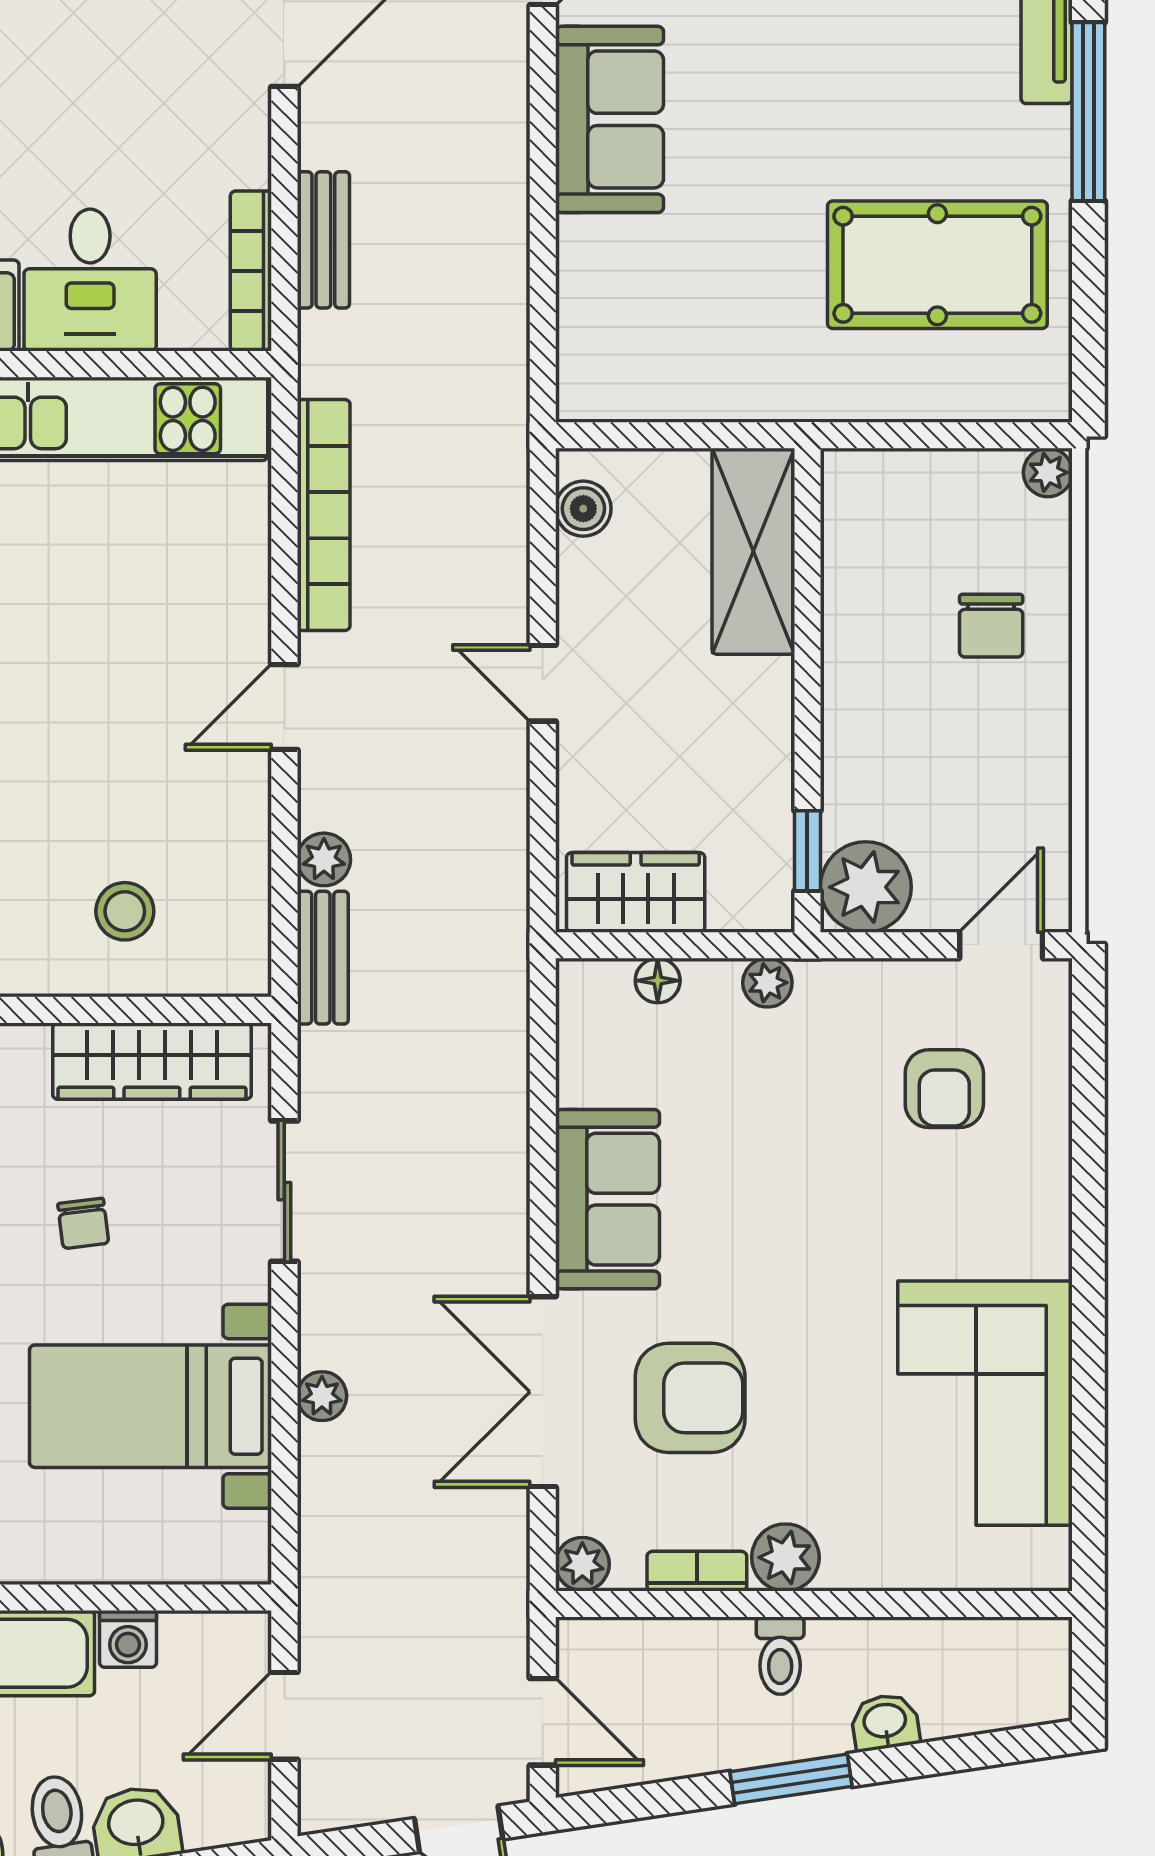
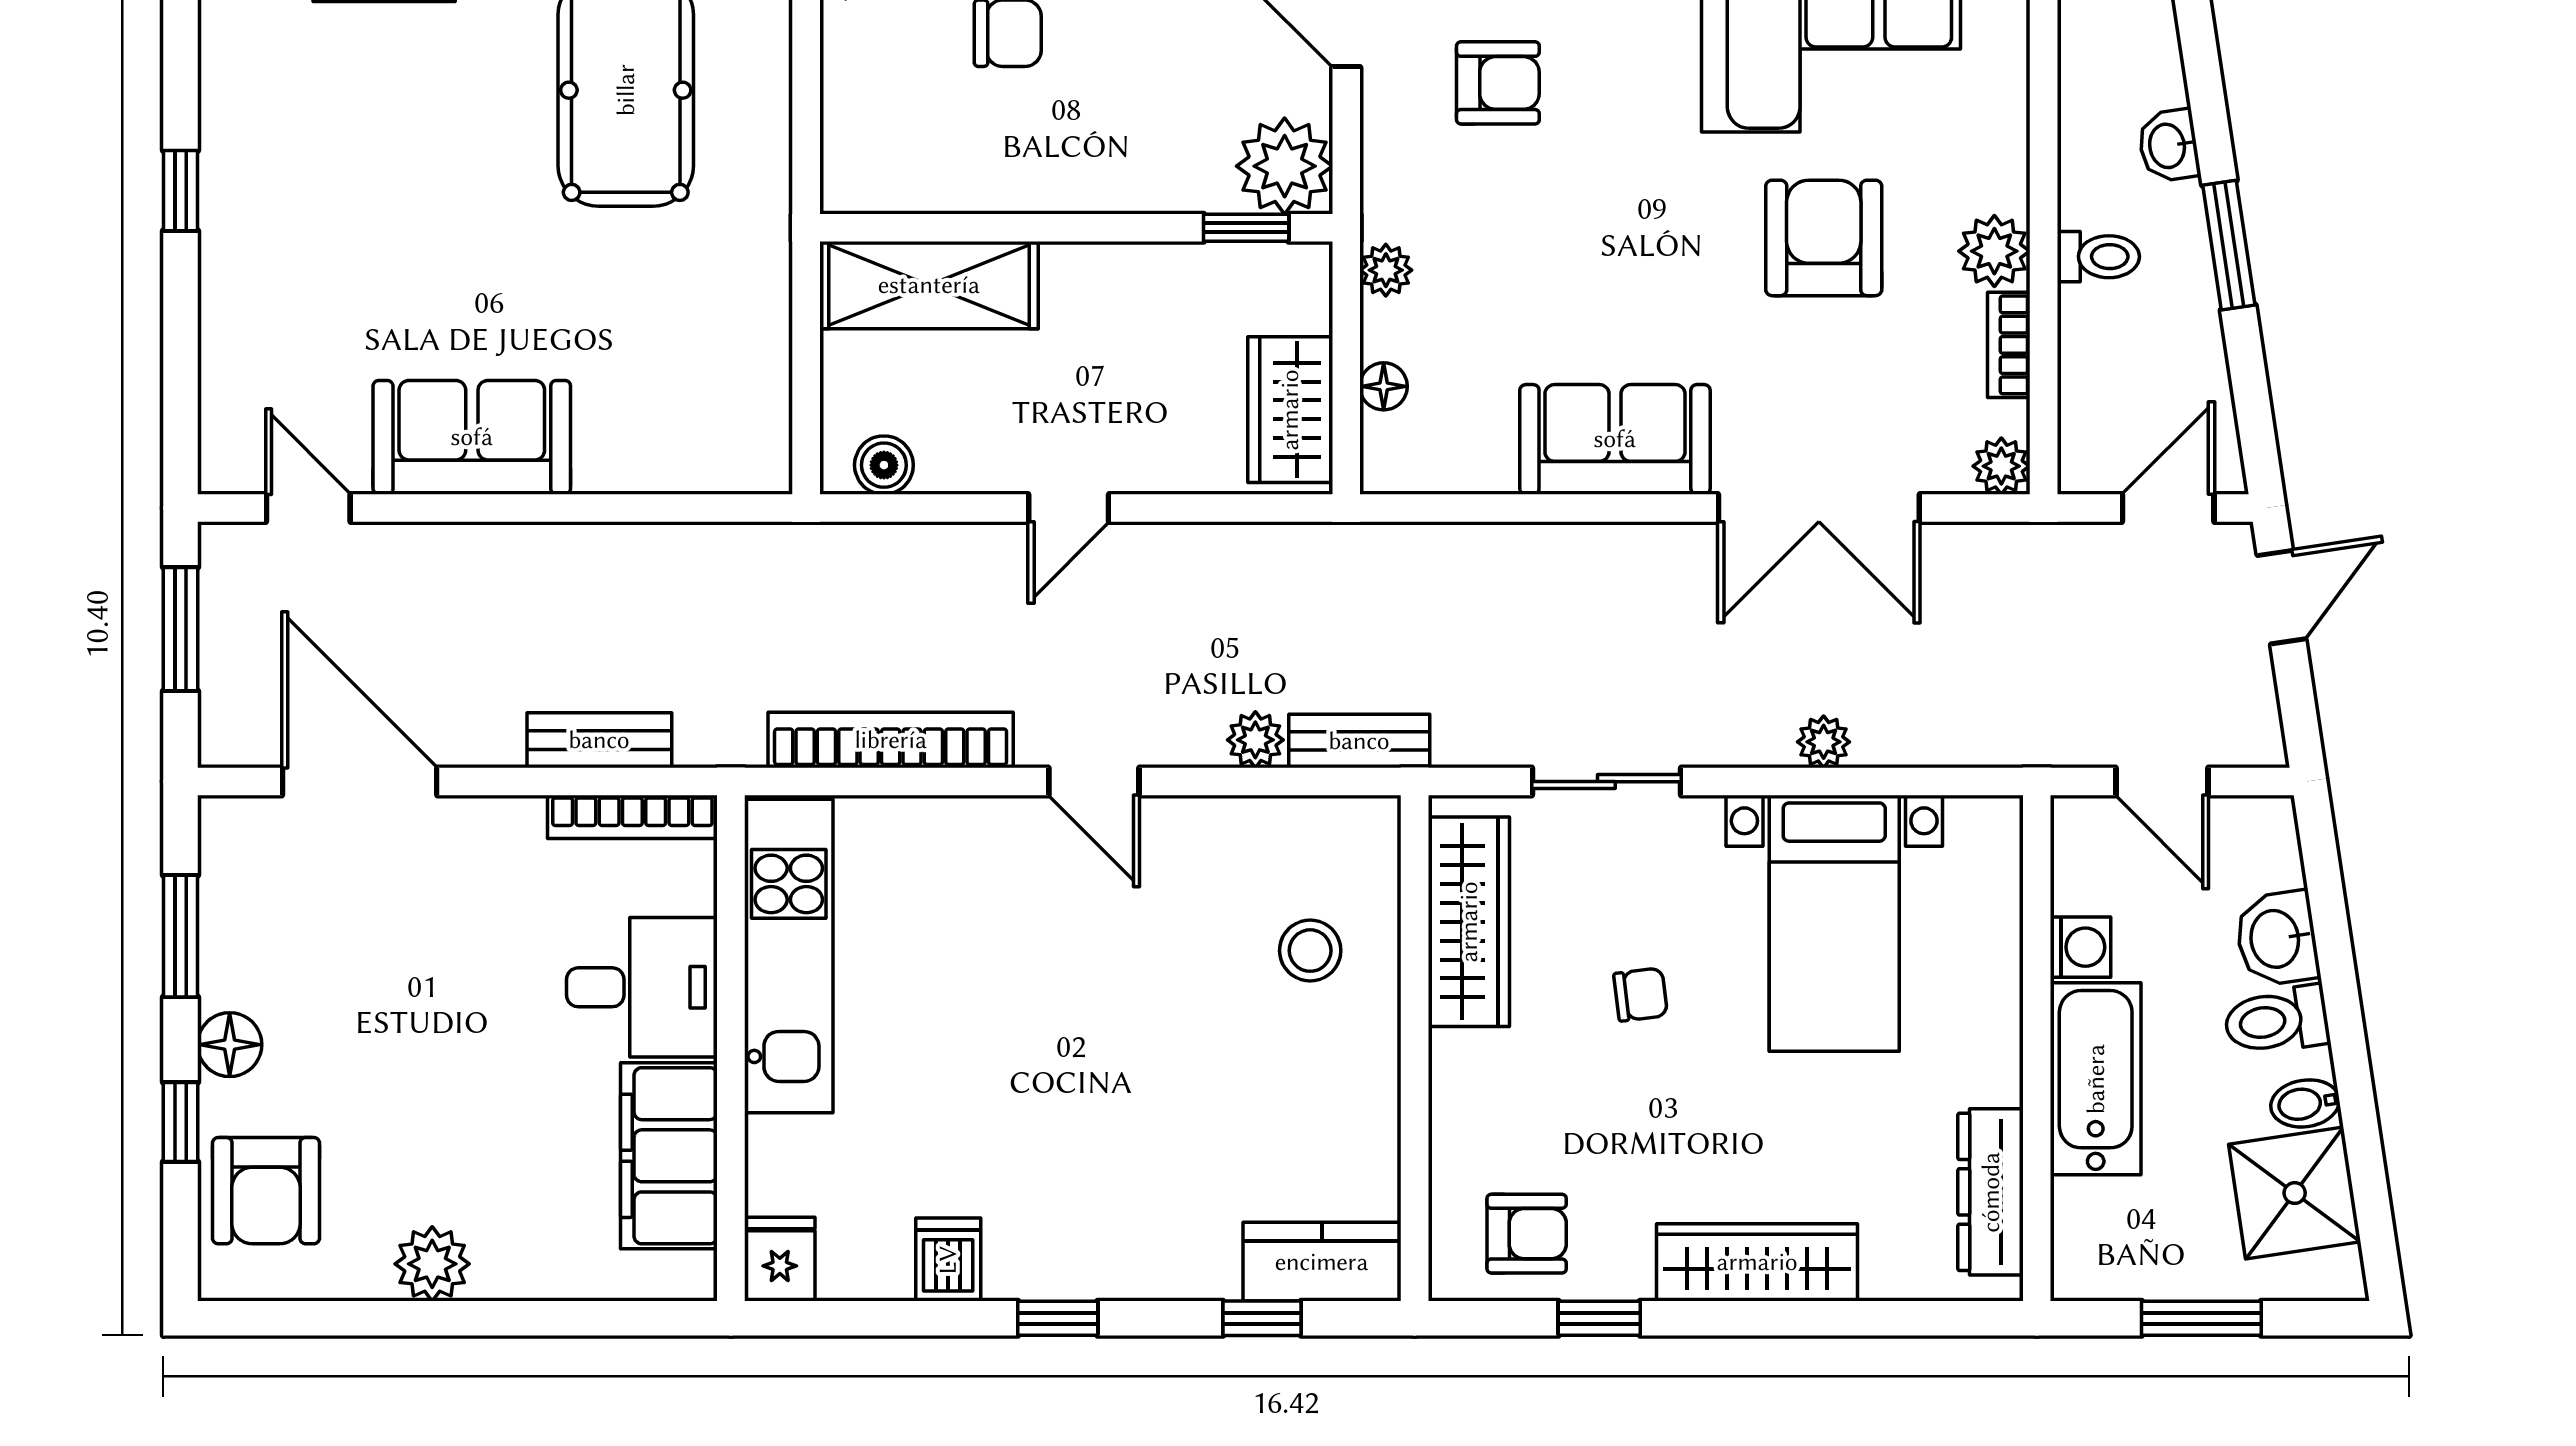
armchair: (690, 1398) -> (1824, 238), moved

